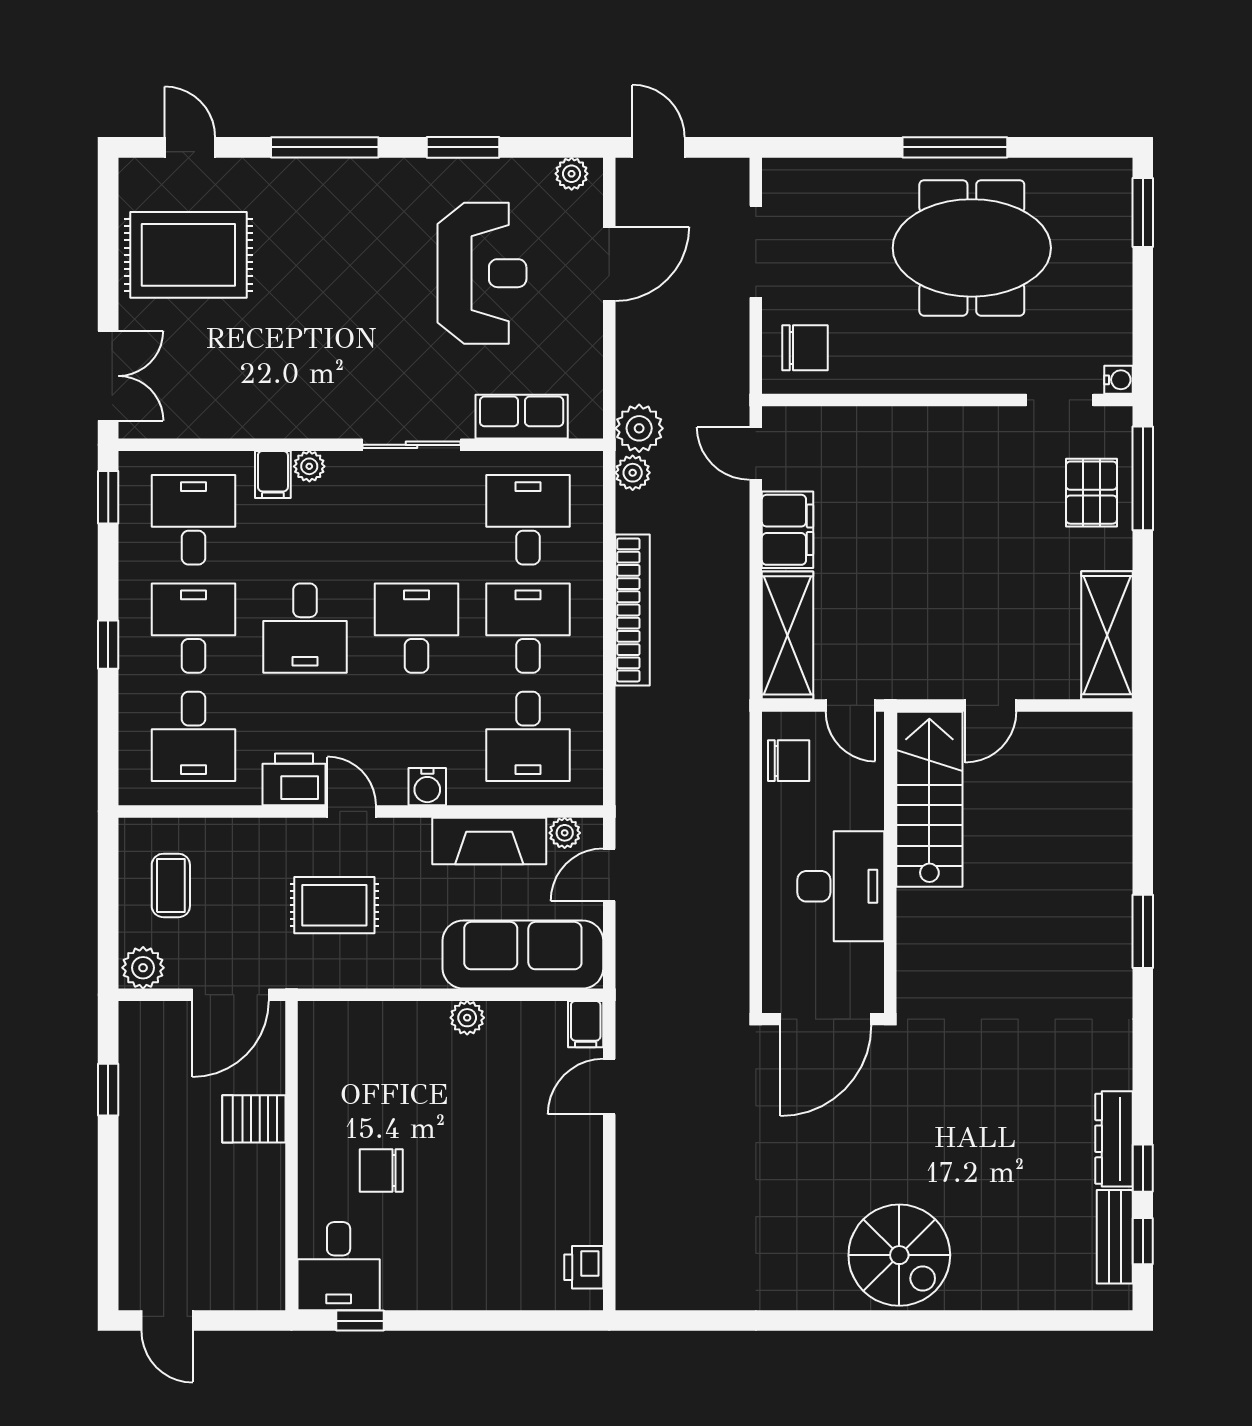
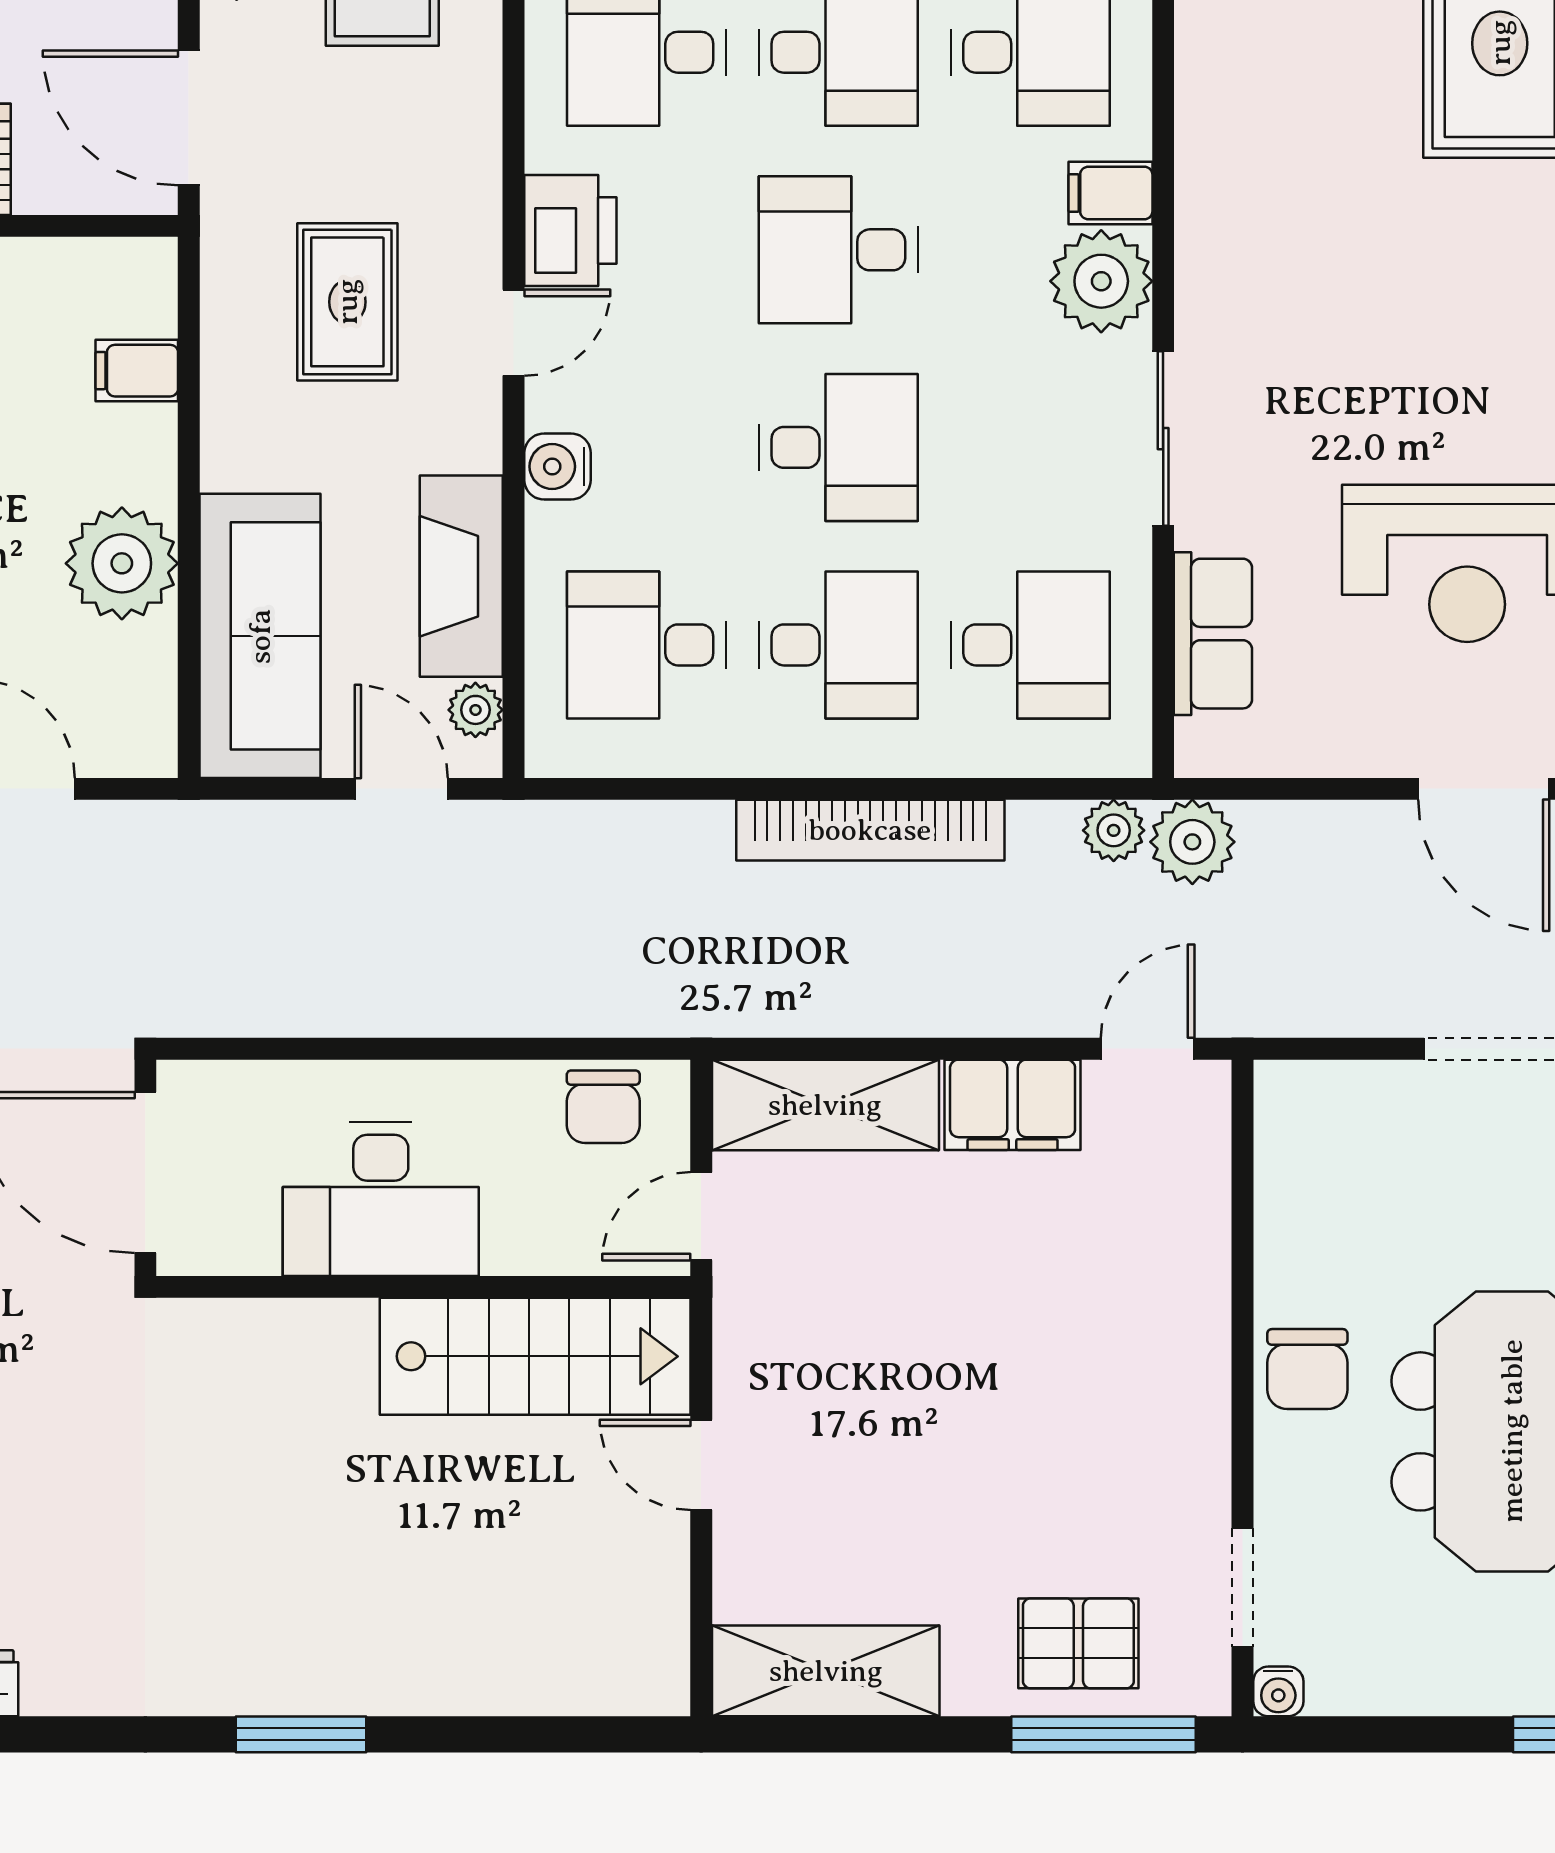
chair: (805, 348) -> (1307, 1369), moved
plant: (309, 466) -> (1101, 281), width x1.88, depth x1.88
plant: (467, 1018) -> (122, 563), width x1.88, depth x1.88
filing cabinet: (586, 1024) -> (137, 371), moved

